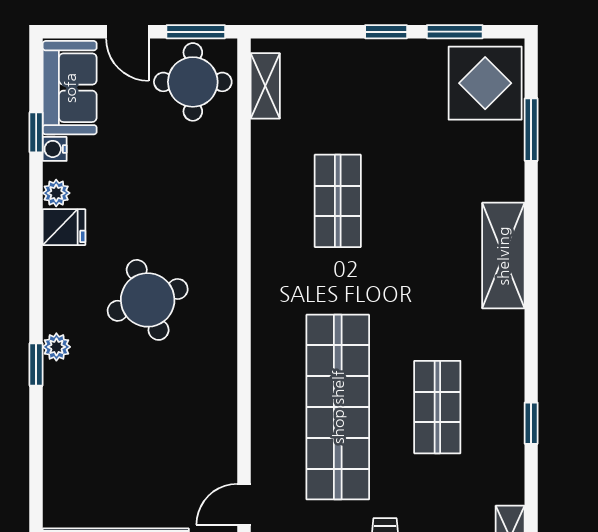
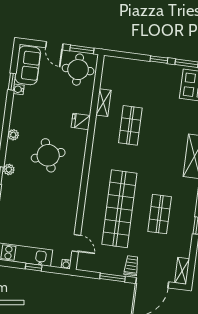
shelving: (265, 86) -> (104, 103), moved
plant: (56, 193) -> (13, 135), moved
fridge: (64, 227) -> (81, 121), moved, turned 180
door: (244, 504) -> (76, 243), swing flipped

